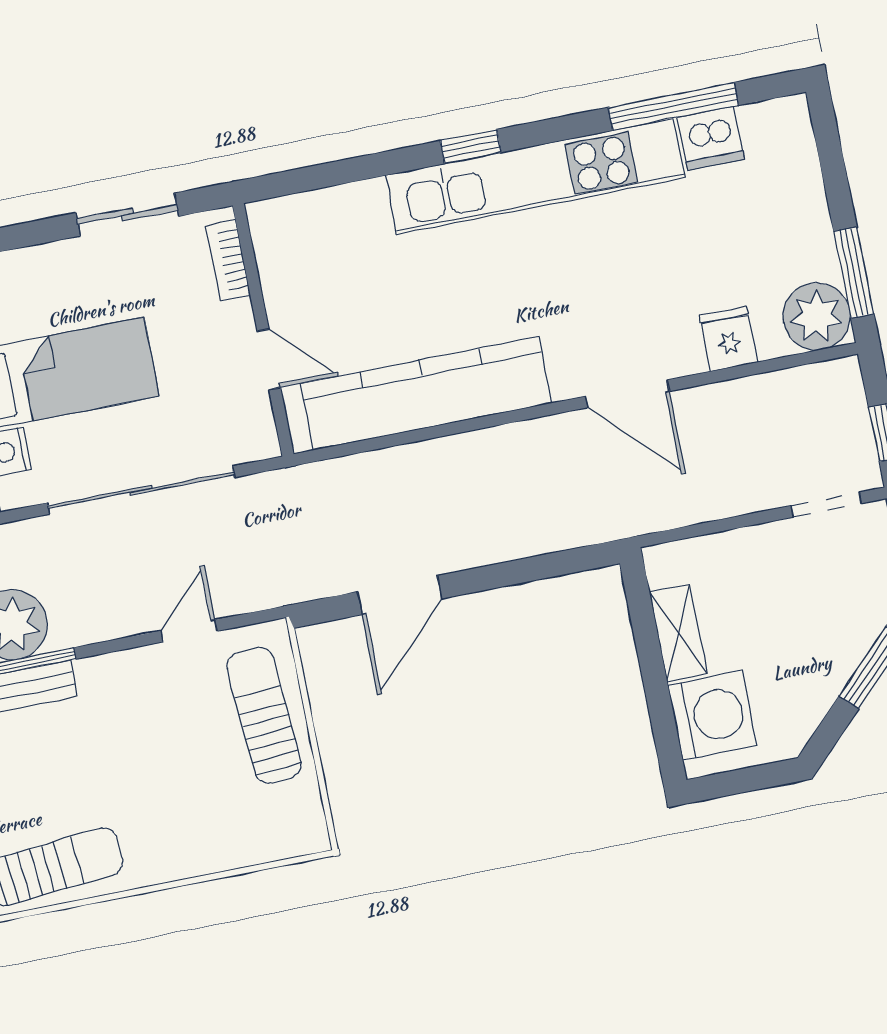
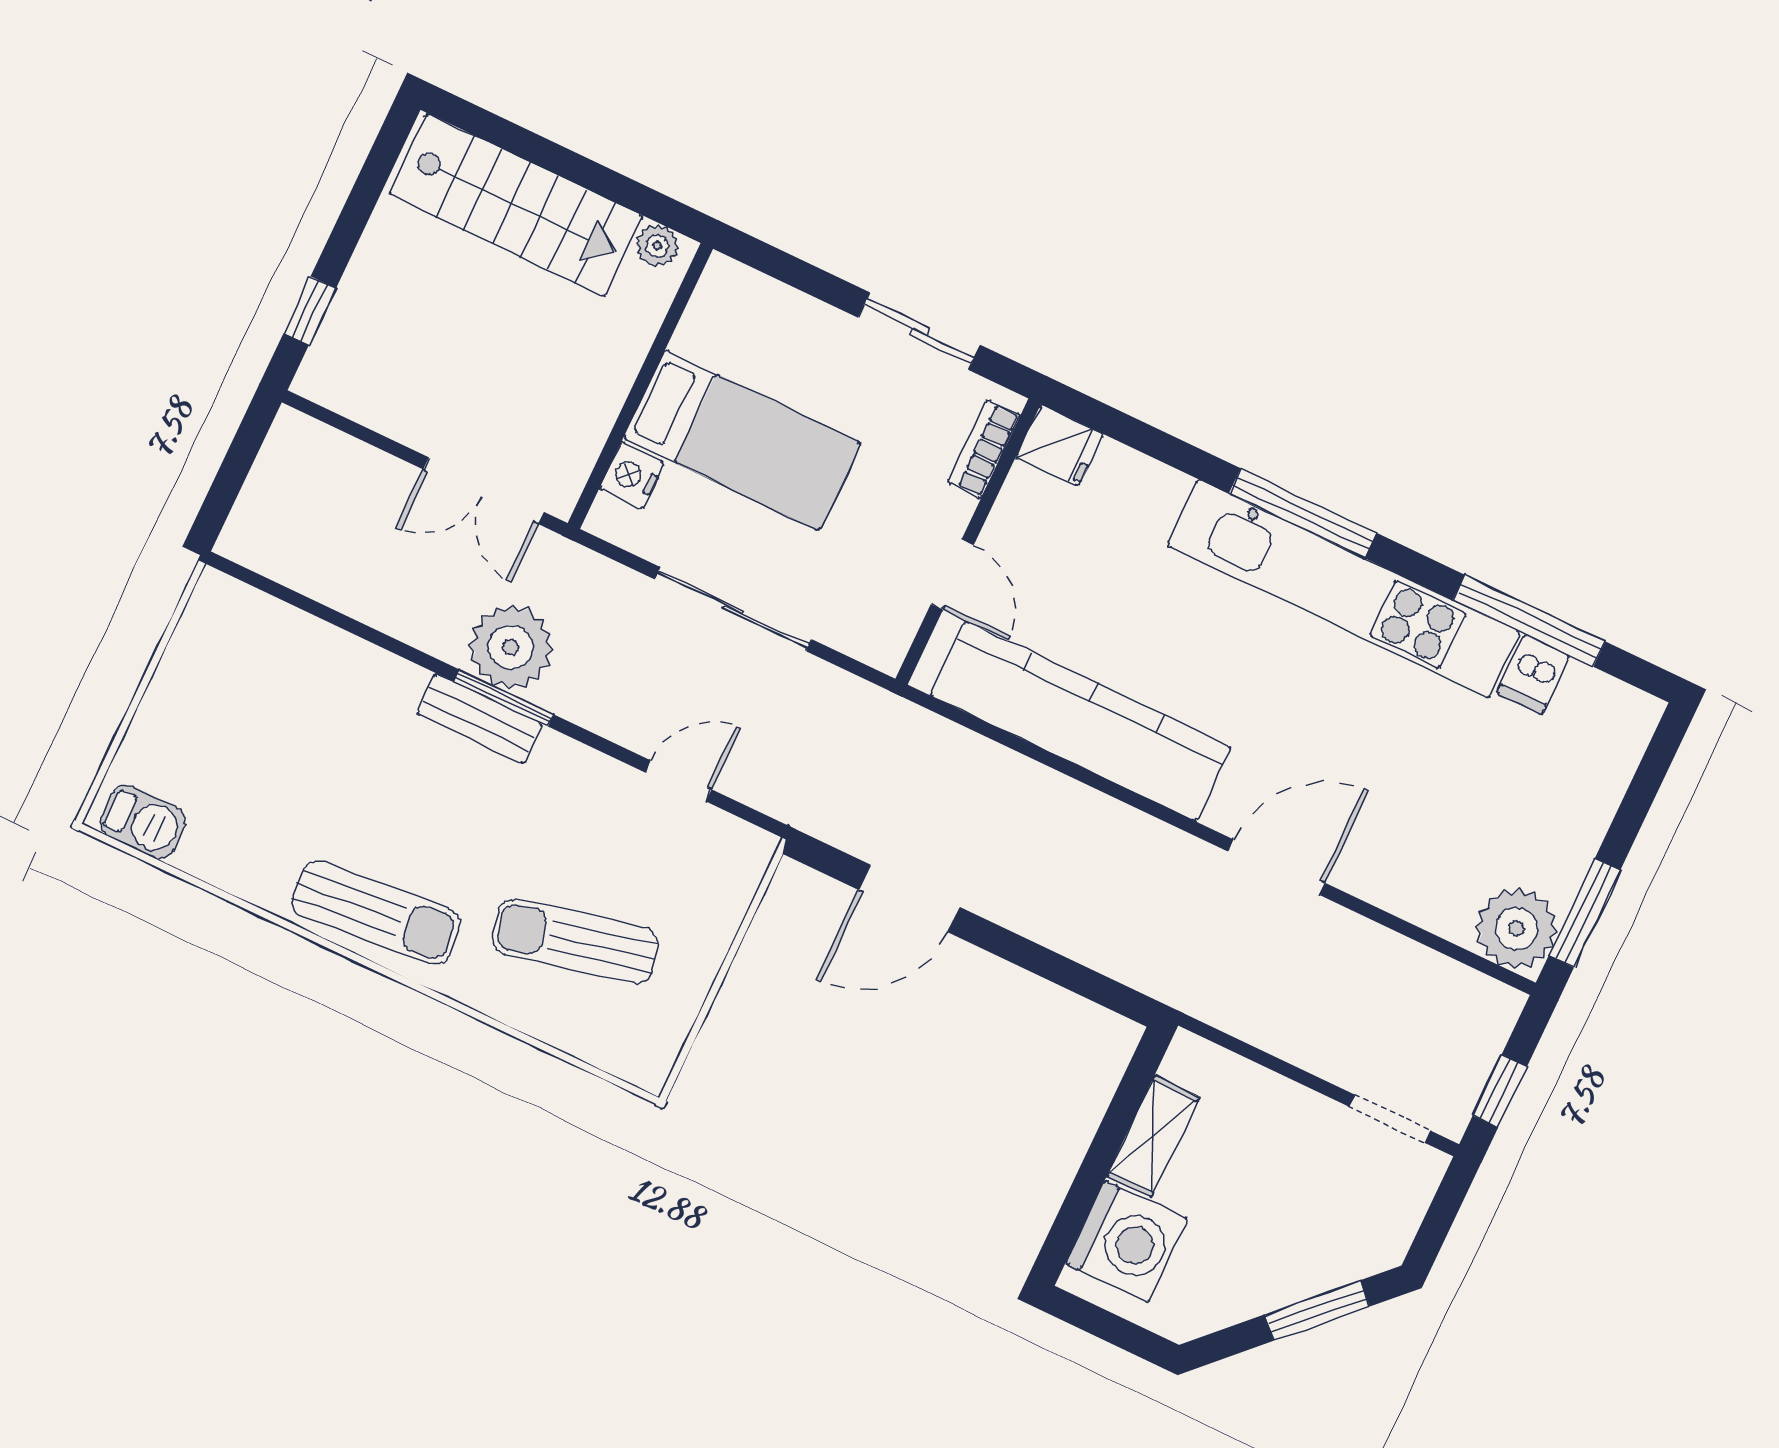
dishwasher: (710, 138) -> (1533, 674), width x0.73
window: (471, 147) -> (1303, 513), width x2.17
fridge: (729, 339) -> (1060, 446), moved, turned 90
door: (627, 394) -> (1276, 867), swing flipped
sliding door: (141, 490) -> (733, 609), width x0.73
sun lounger: (264, 715) -> (575, 941), moved, turned -99

